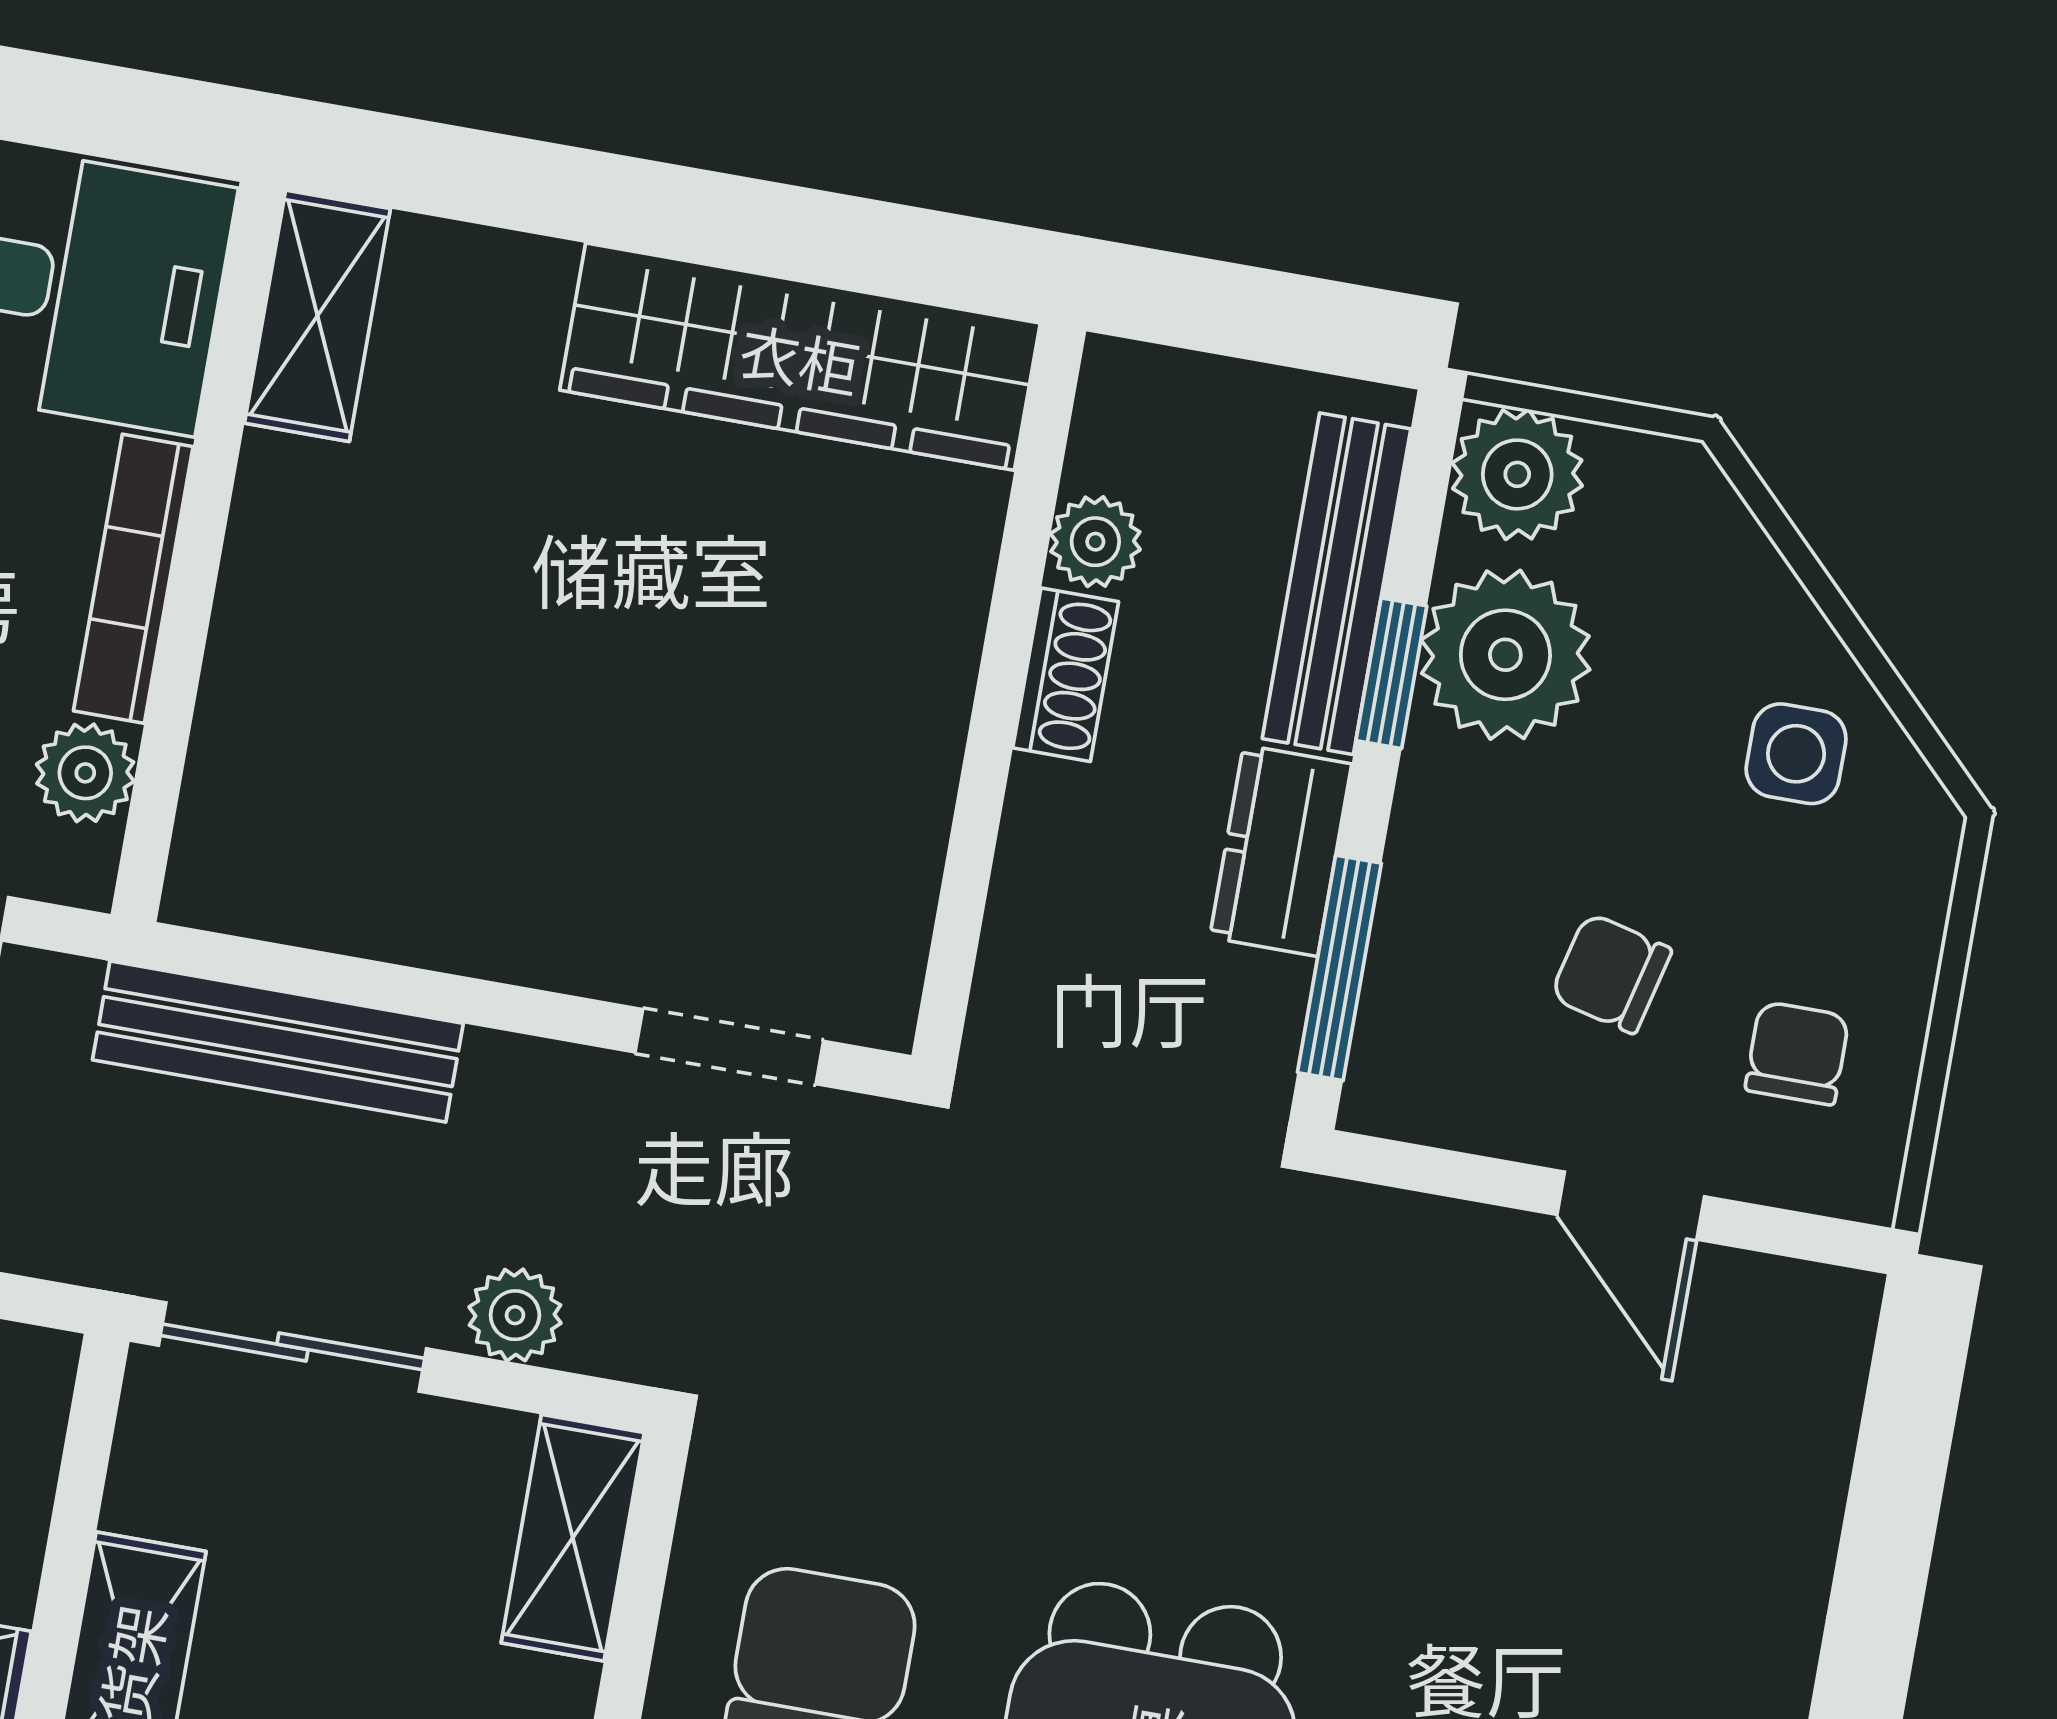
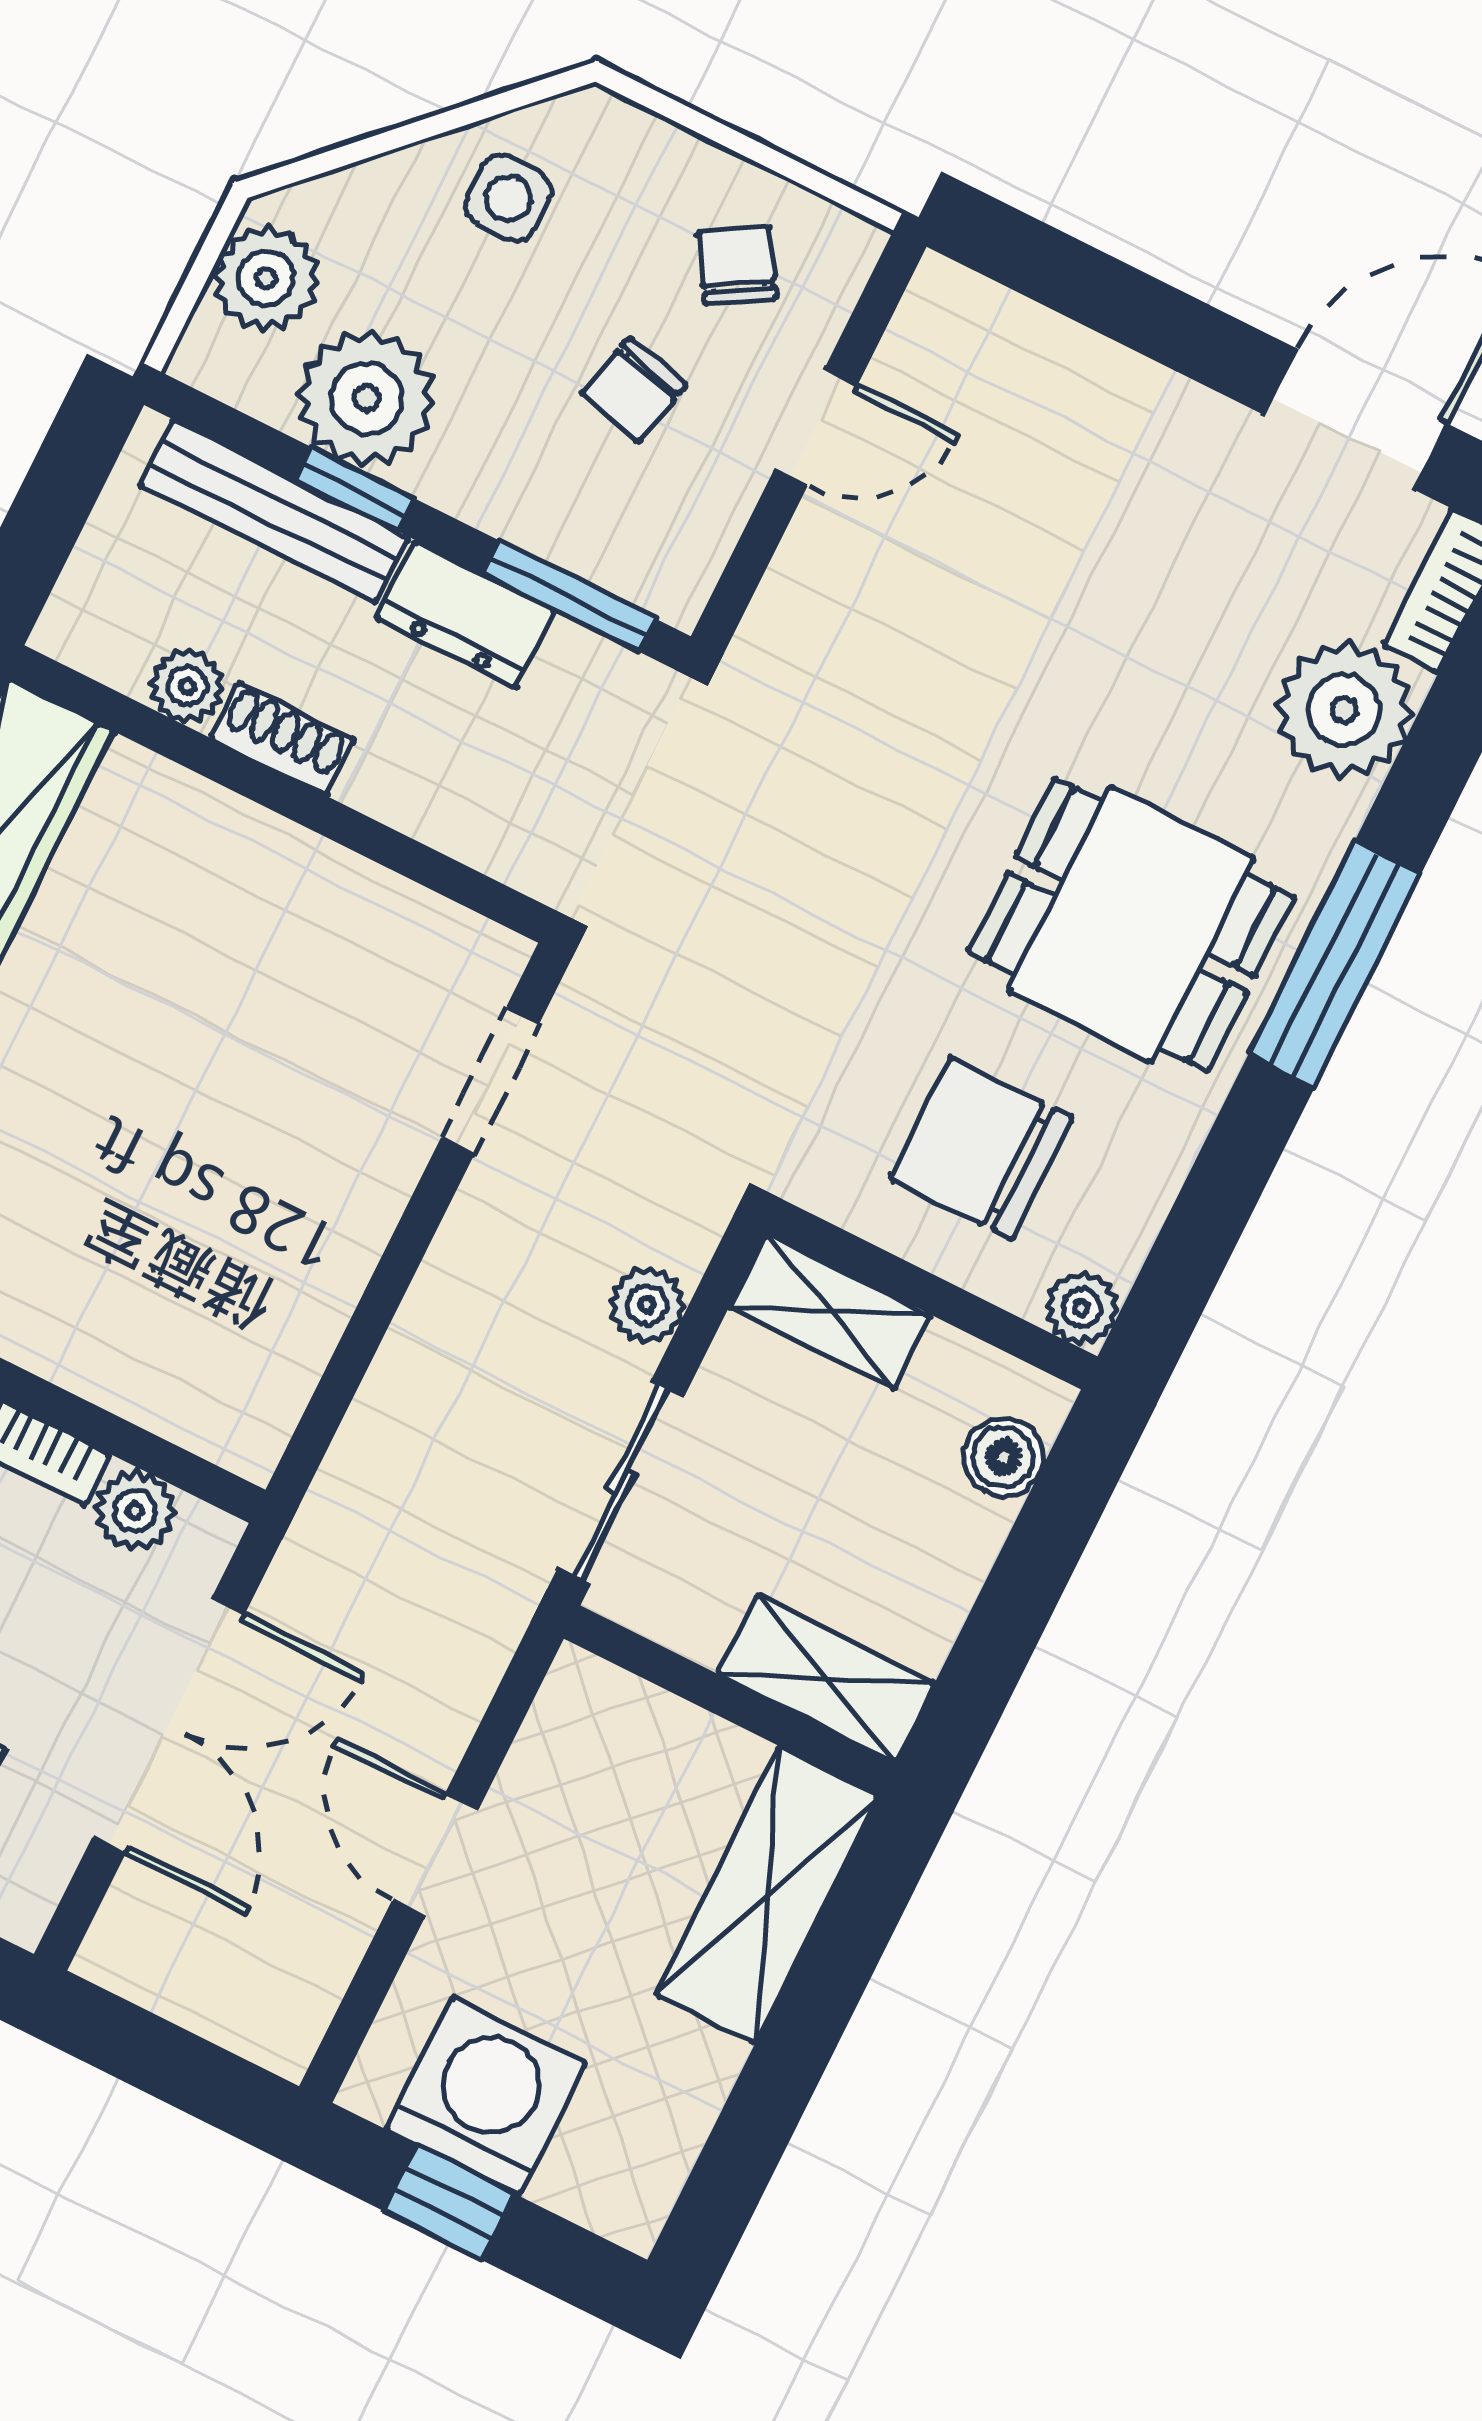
plant: (1517, 474) -> (266, 278), moved
bench: (278, 1042) -> (384, 1424), removed
chair: (1797, 1053) -> (737, 265), turned 58

